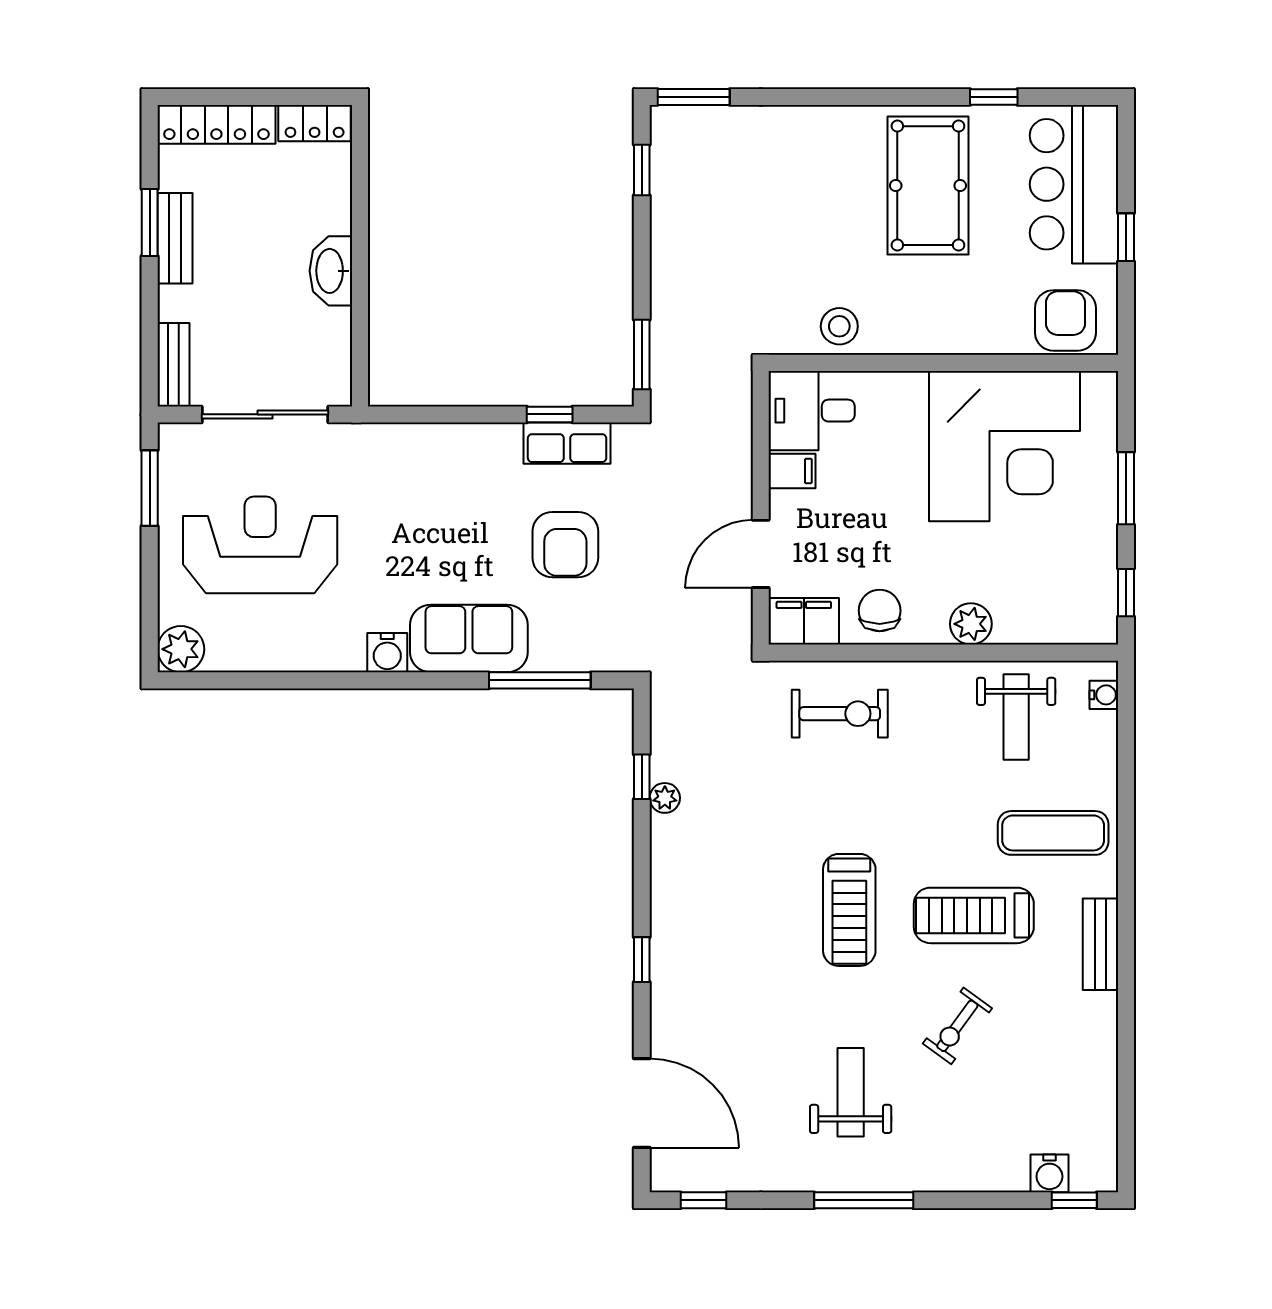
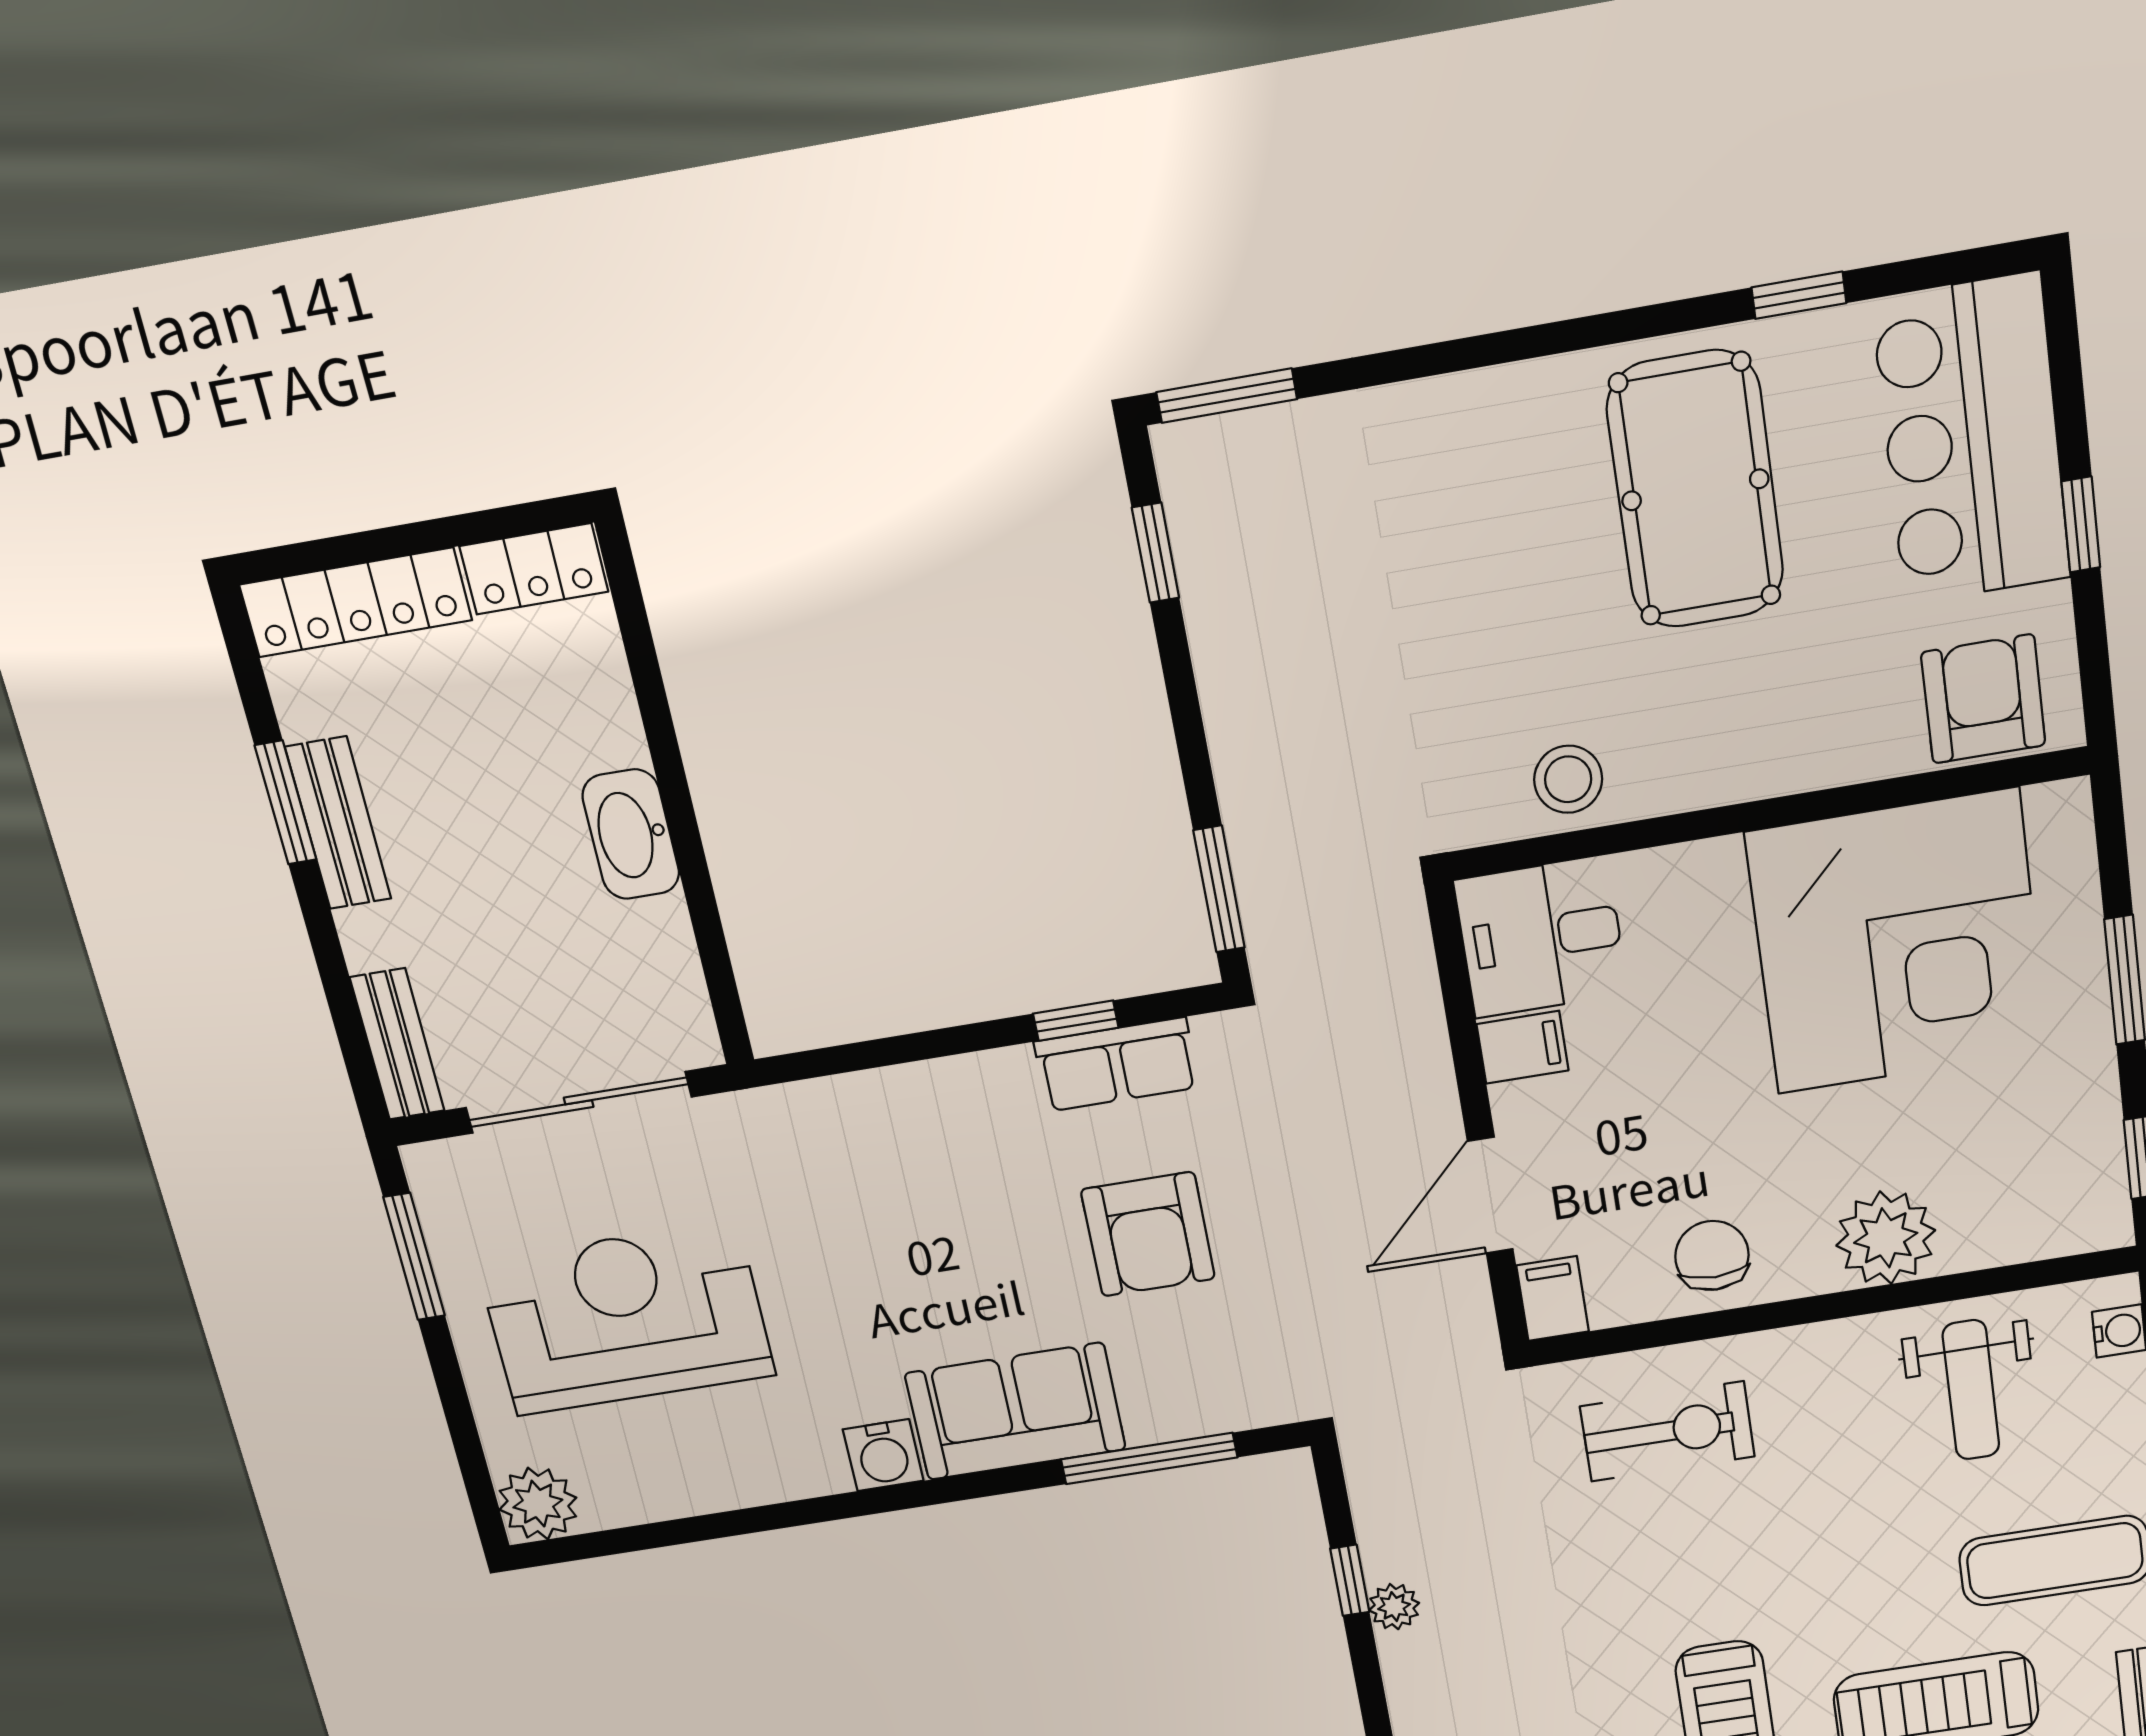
filing cabinet: (804, 621) -> (1553, 1299), width x0.50
plant: (971, 624) -> (1886, 1238), width x1.36, depth x1.36

